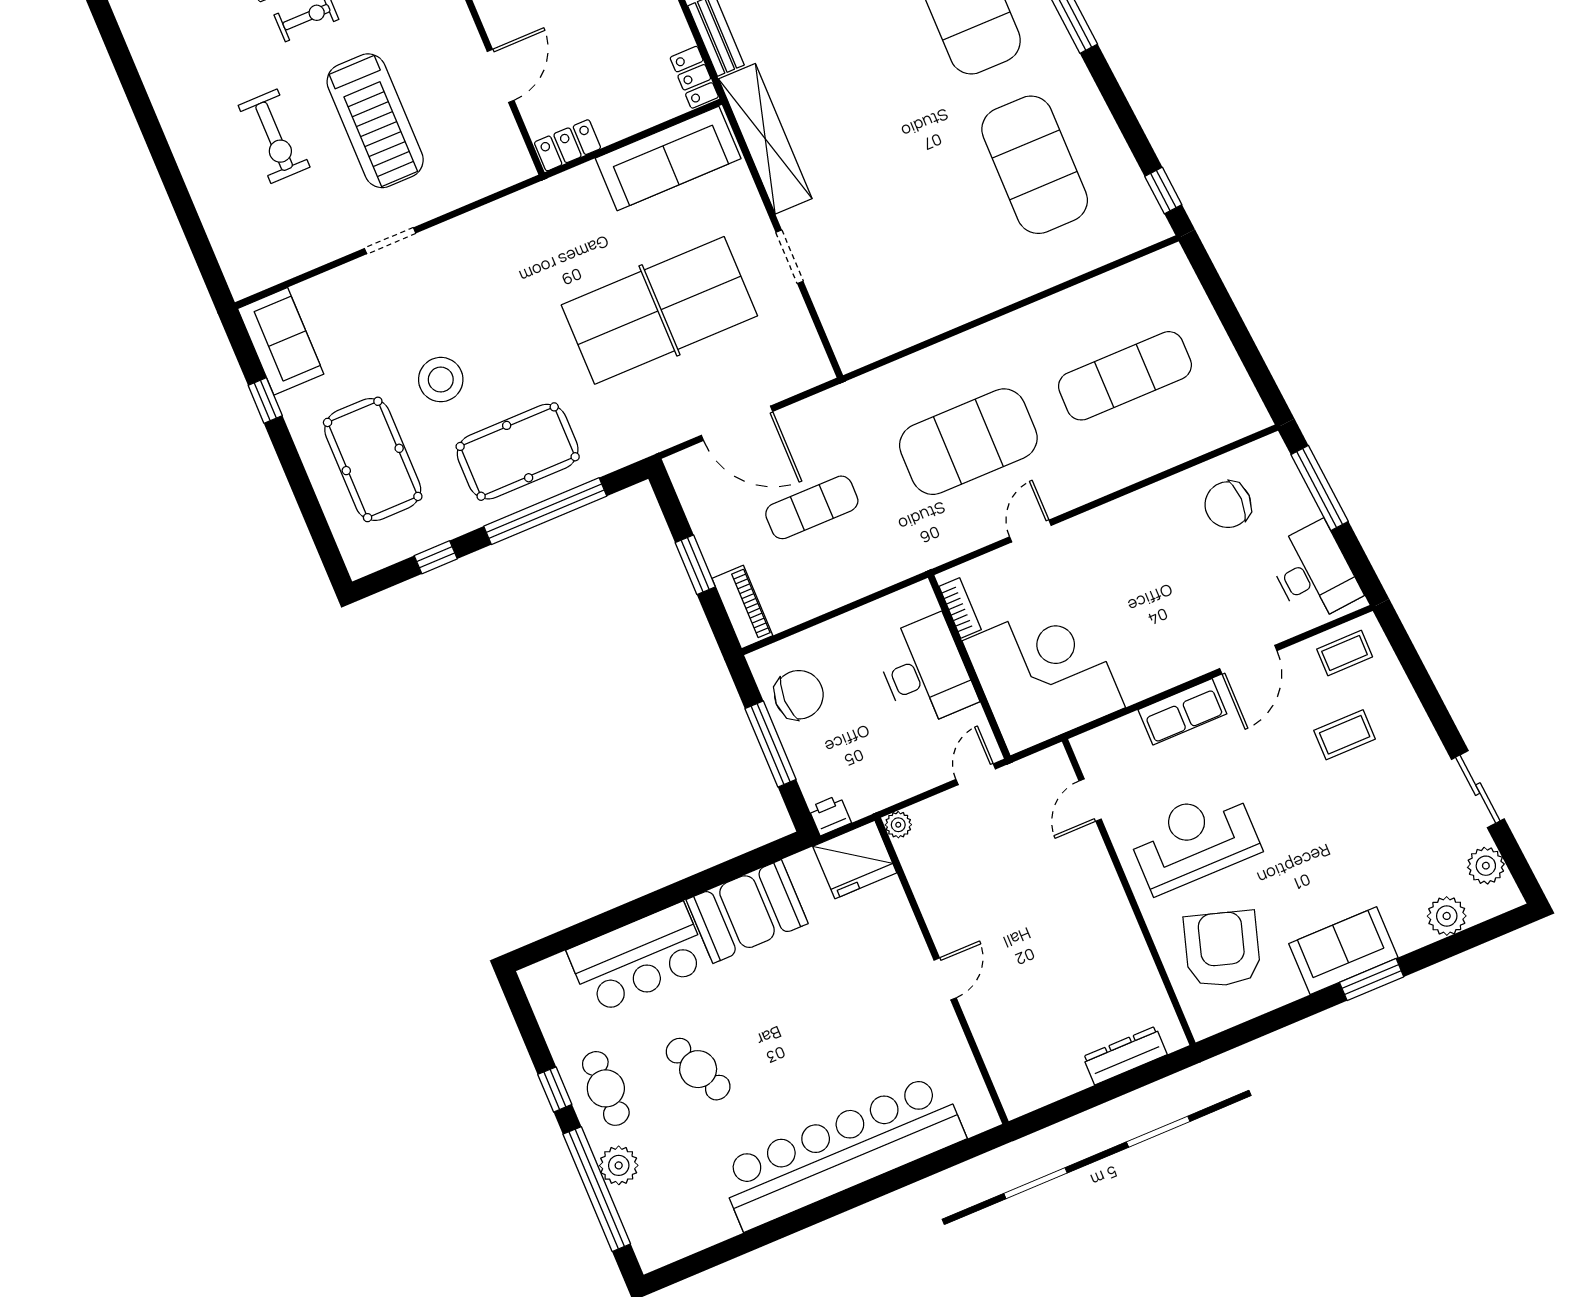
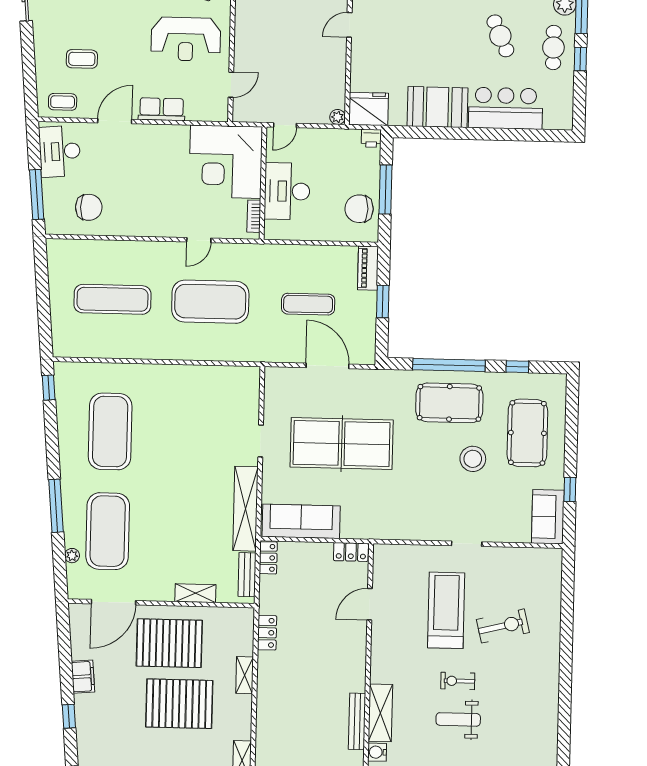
exercise bike: (274, 136) -> (503, 626), turned 76

